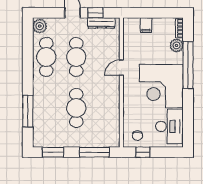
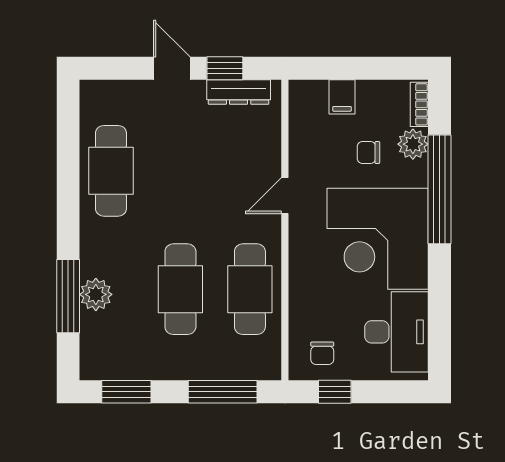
plant: (40, 26) -> (96, 294), moved
chair: (157, 49) -> (368, 152), added
cafe table: (76, 57) -> (250, 289), moved

